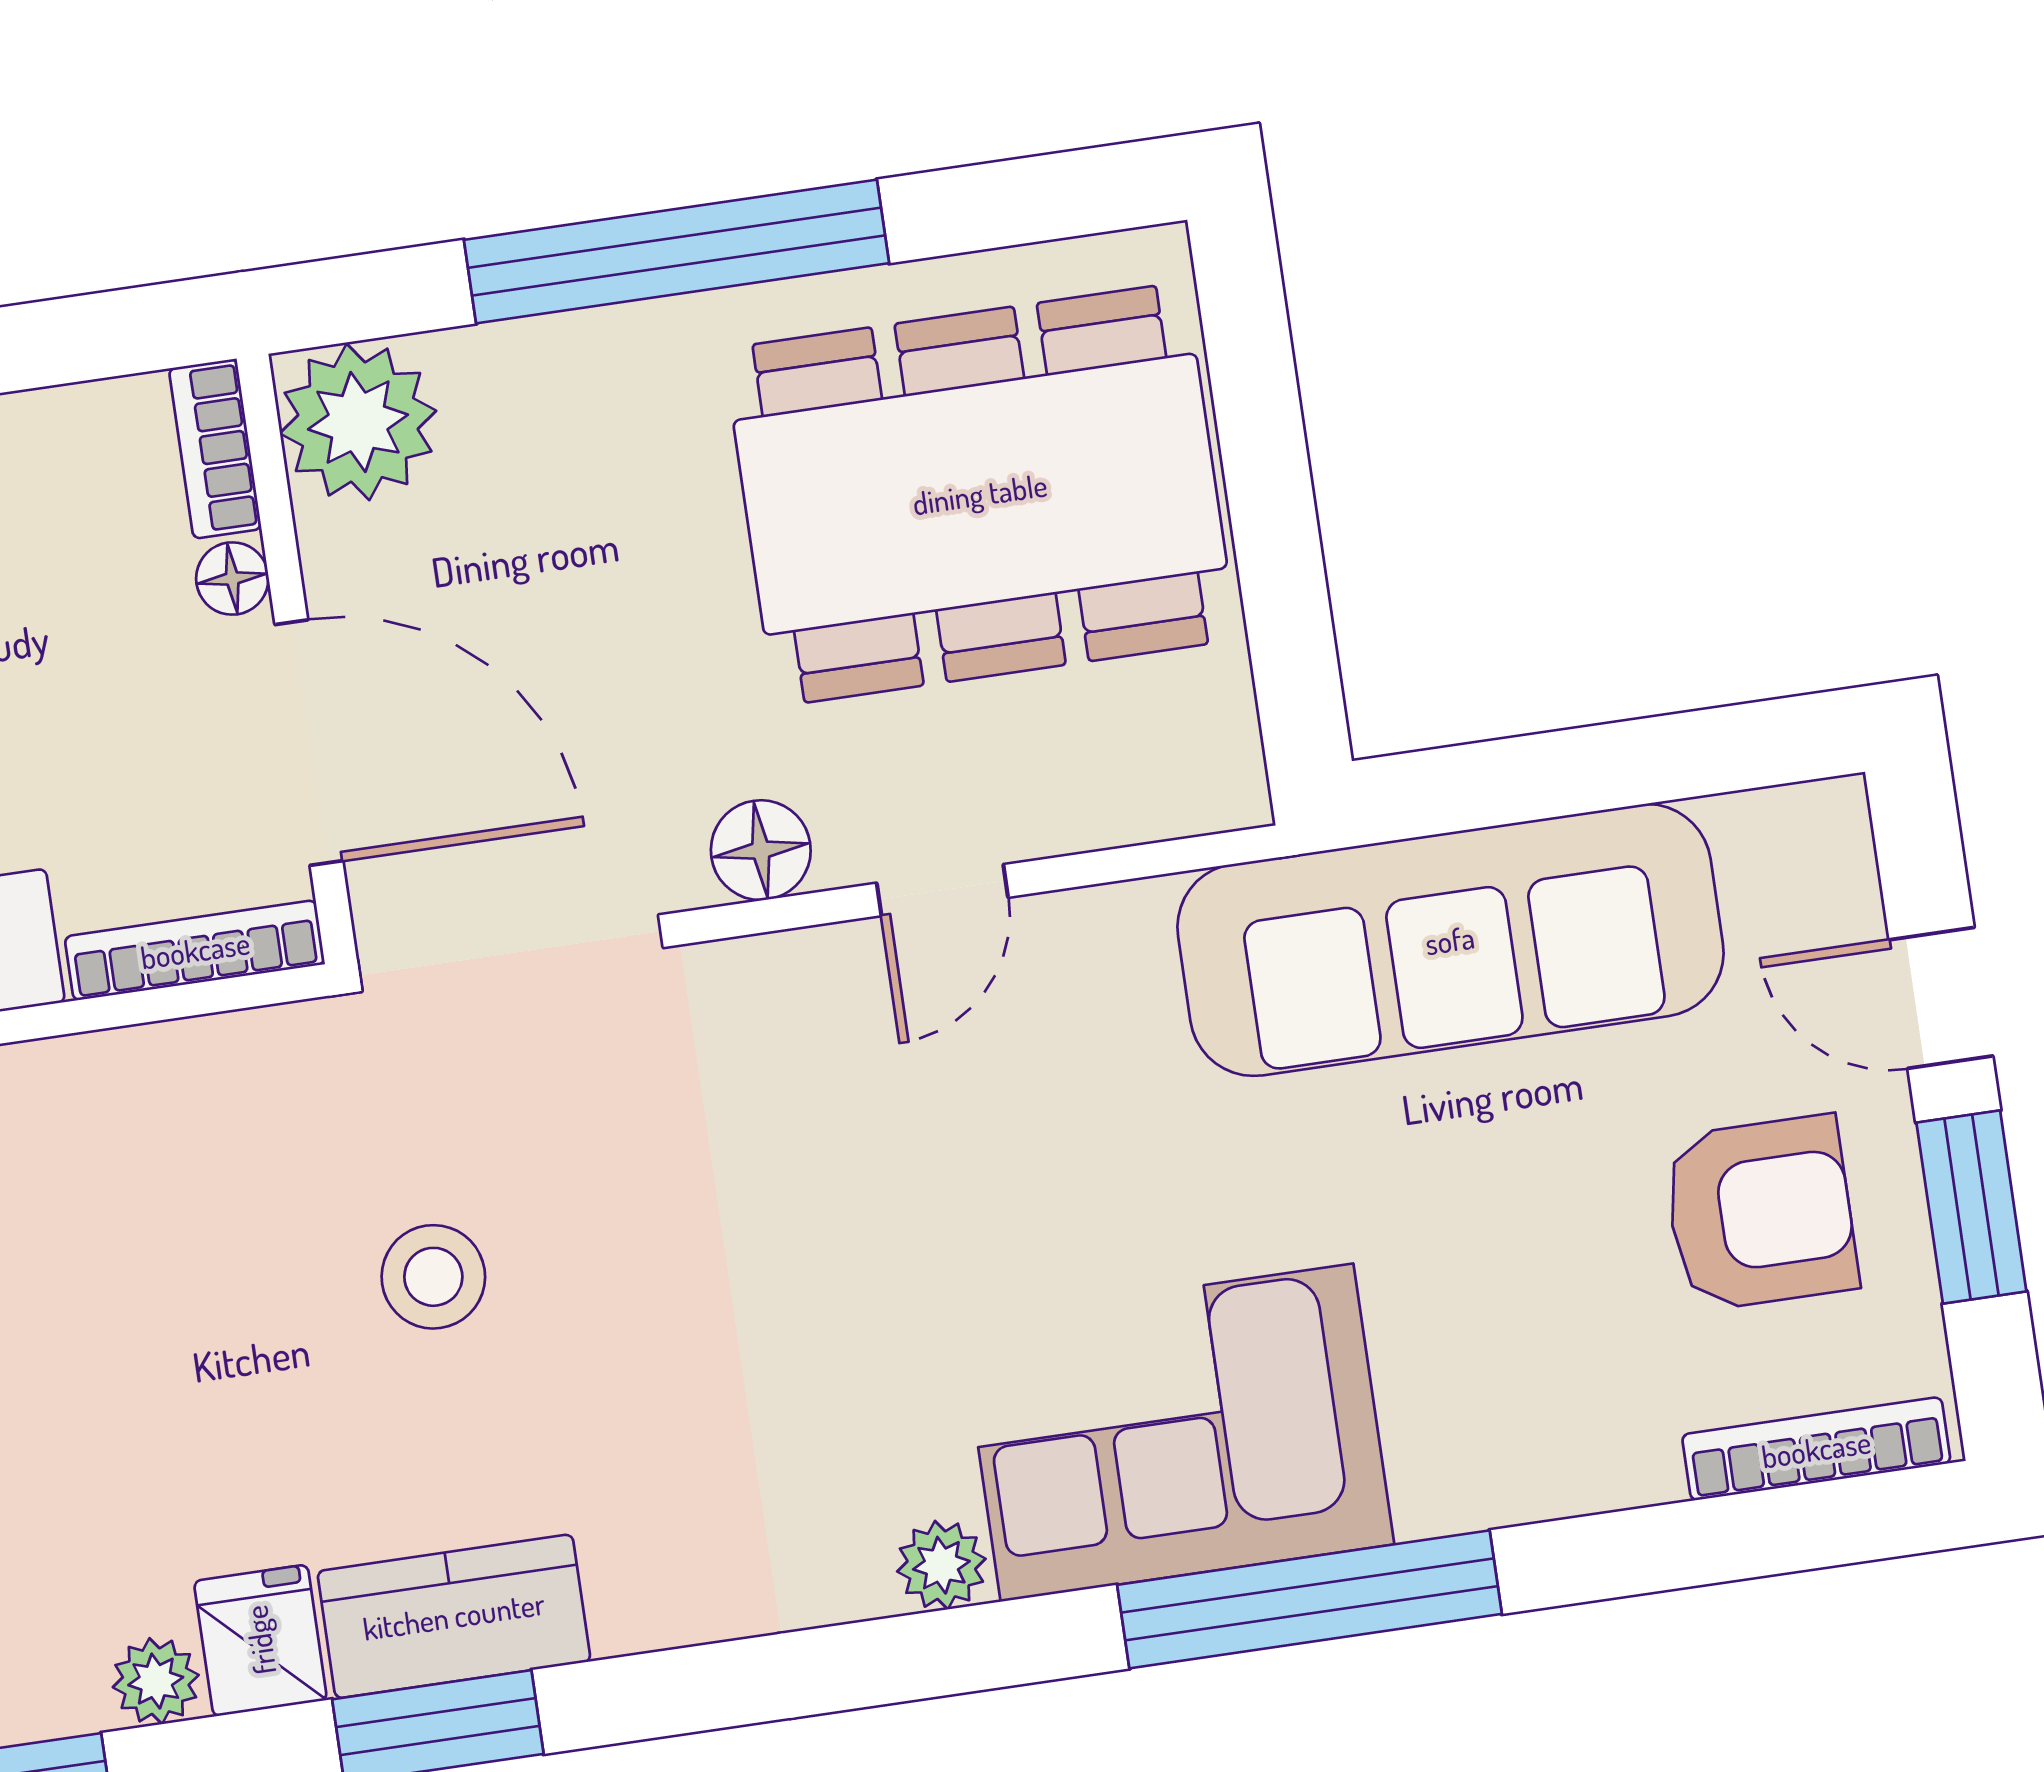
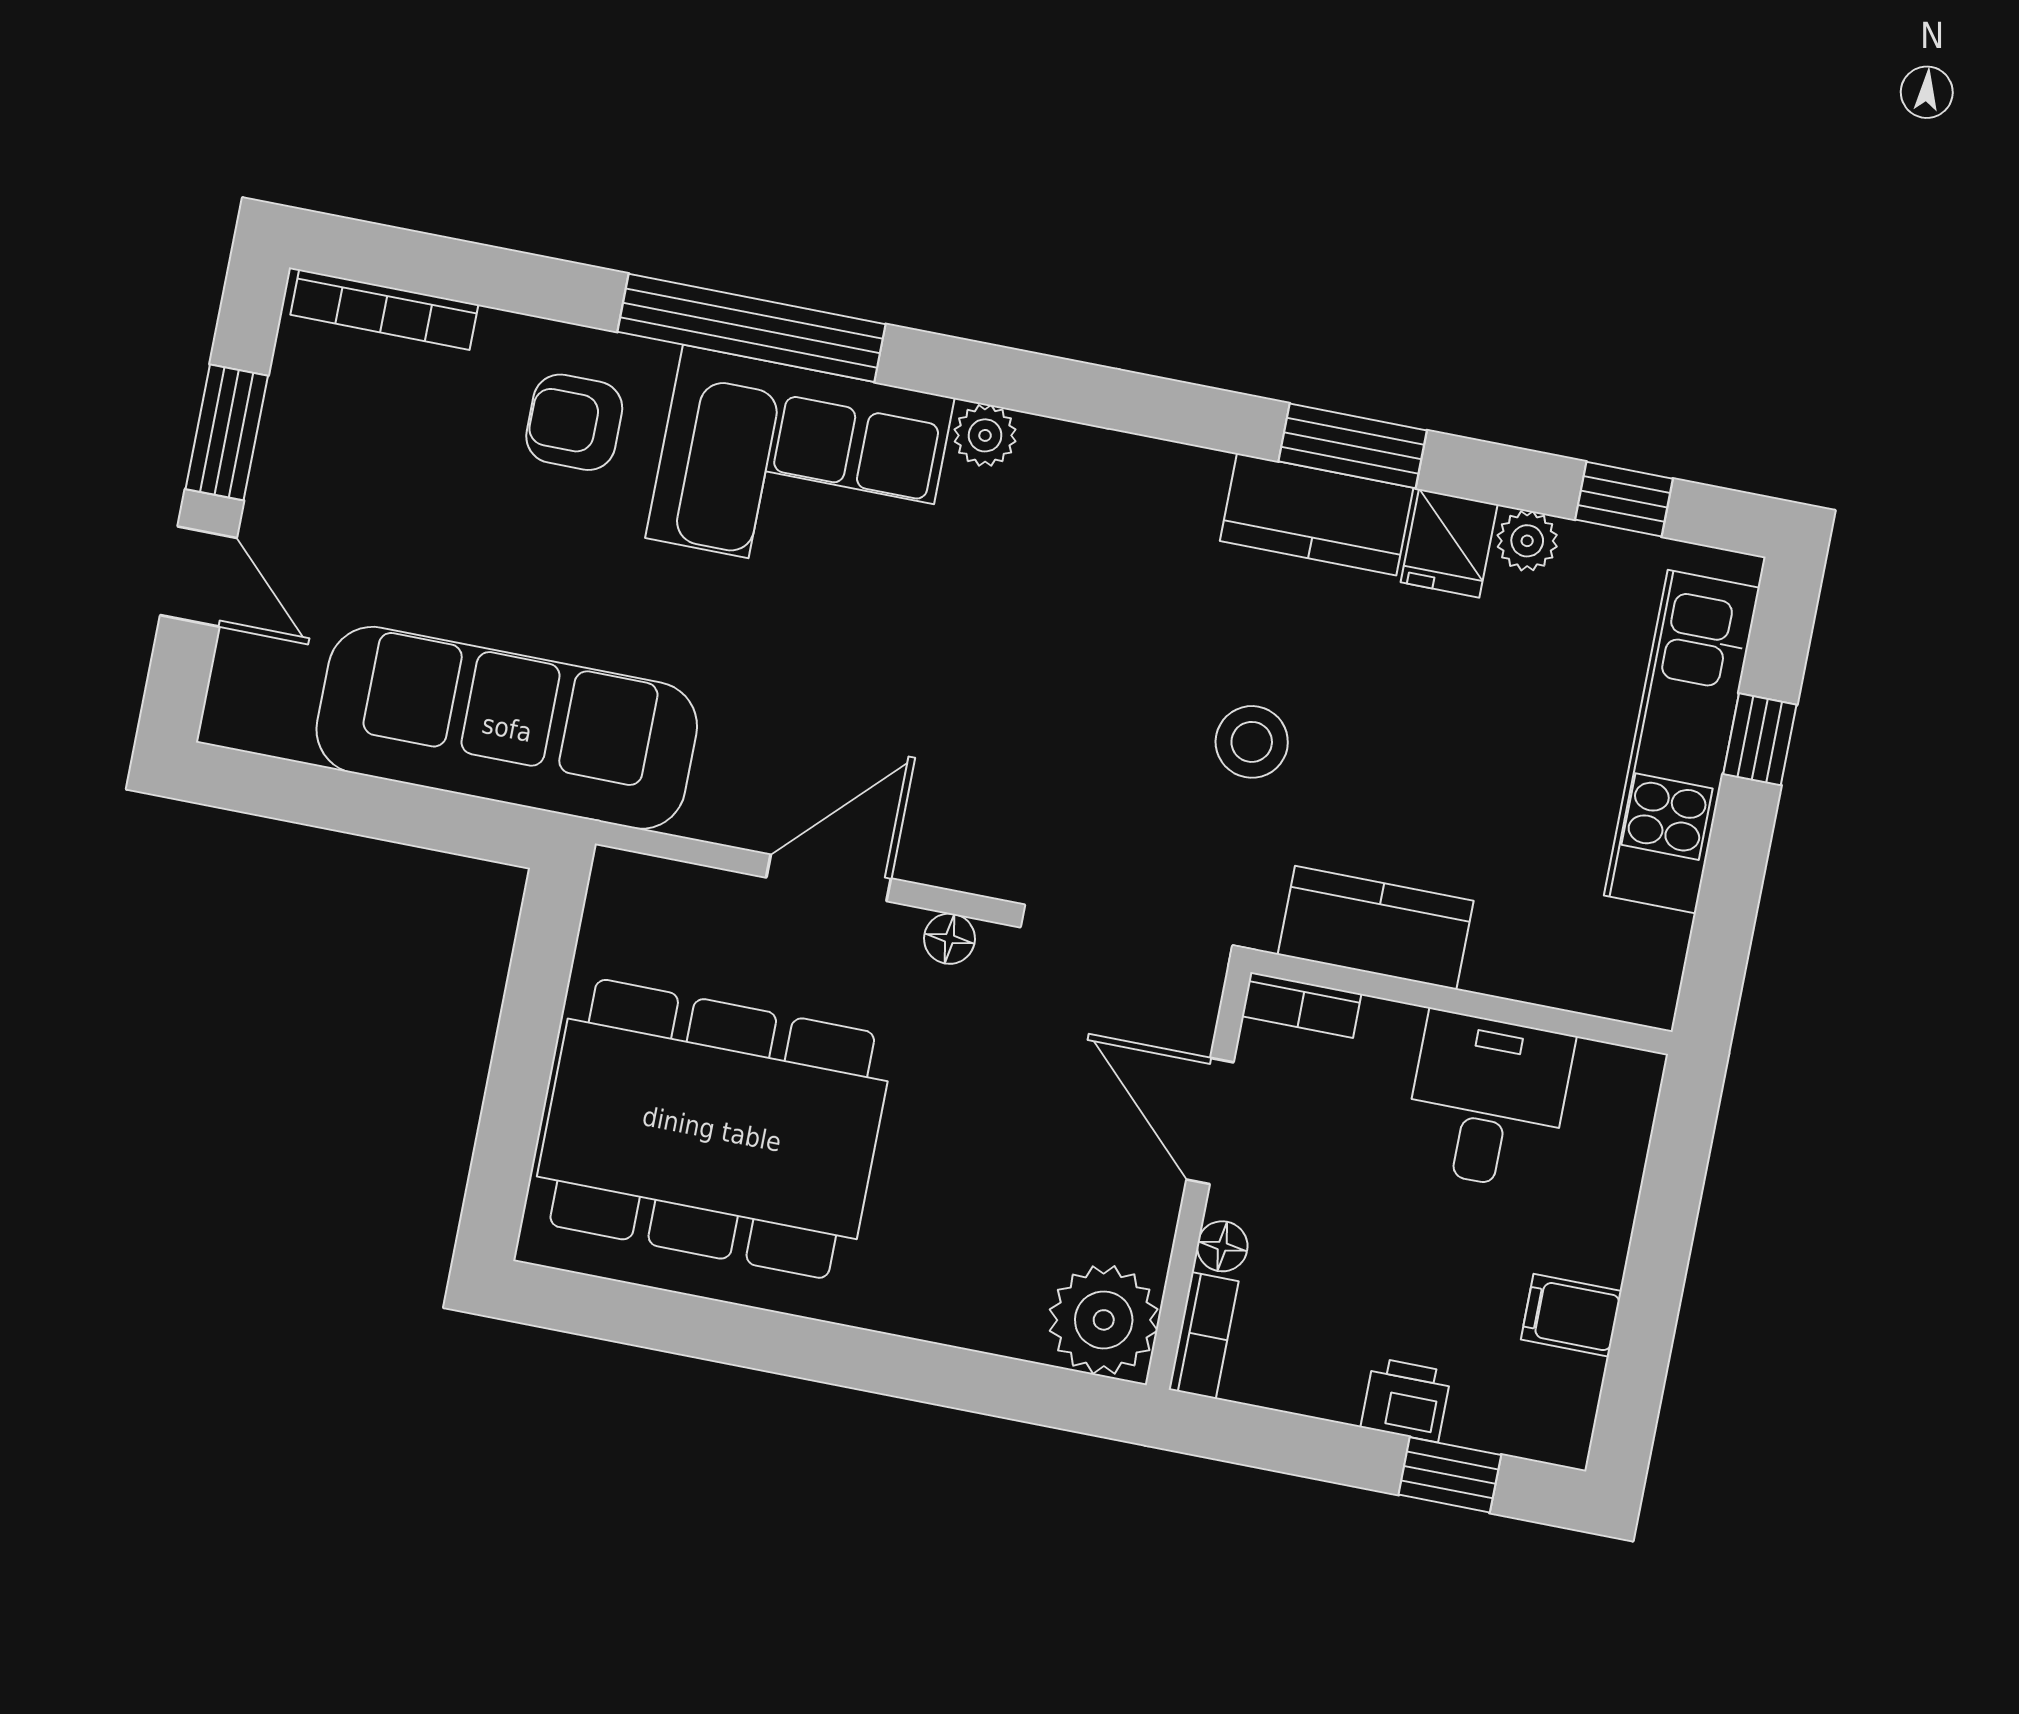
window: (676, 252) -> (855, 1358), removed
door: (309, 743) -> (1210, 1121), width x0.73
floor lamp: (761, 850) -> (949, 939), width x0.73, depth x0.73
door: (942, 890) -> (829, 878), width x1.38
bookcase: (195, 950) -> (1302, 1005), width x0.64
kitchen counter: (177, 1084) -> (1376, 928), added
armchair: (1760, 1213) -> (574, 422), moved, width x0.72, depth x0.72

